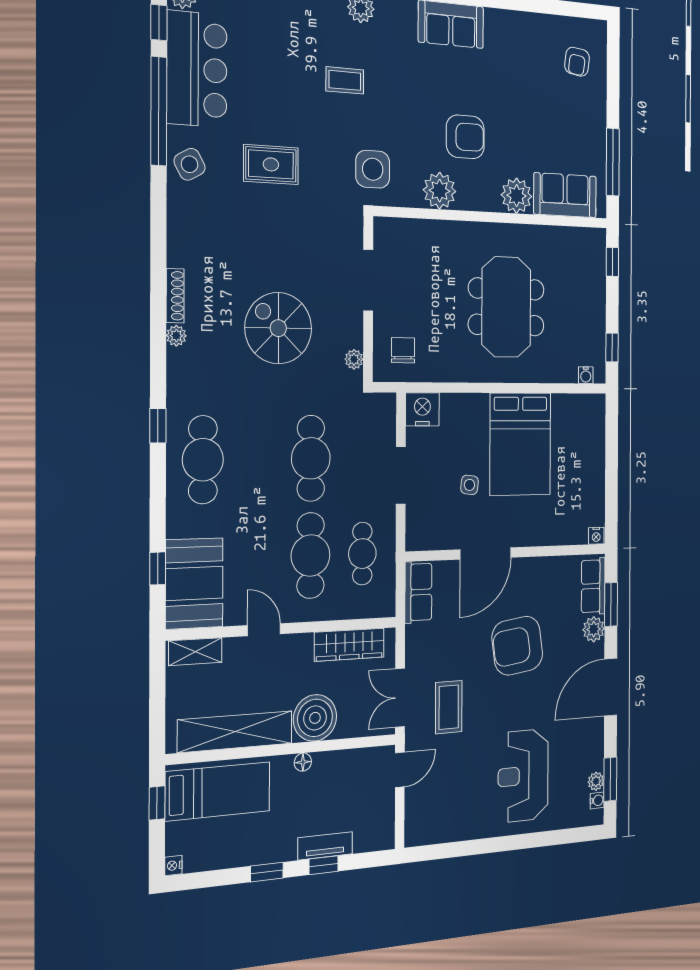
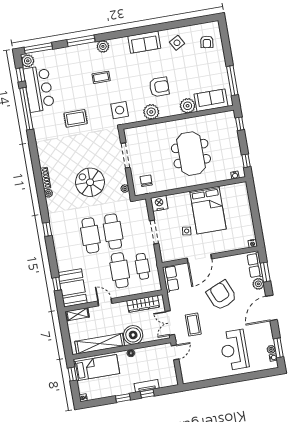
side table: (190, 164) -> (177, 43), moved
cafe table: (203, 460) -> (90, 235), moved
armchair: (517, 646) -> (222, 295), turned 75

